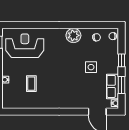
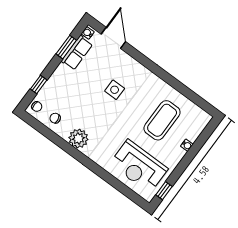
window: (122, 60) -> (39, 84), moved
side table: (91, 67) -> (115, 90), moved
coffee table: (31, 84) -> (162, 120), width x1.86, depth x1.72

